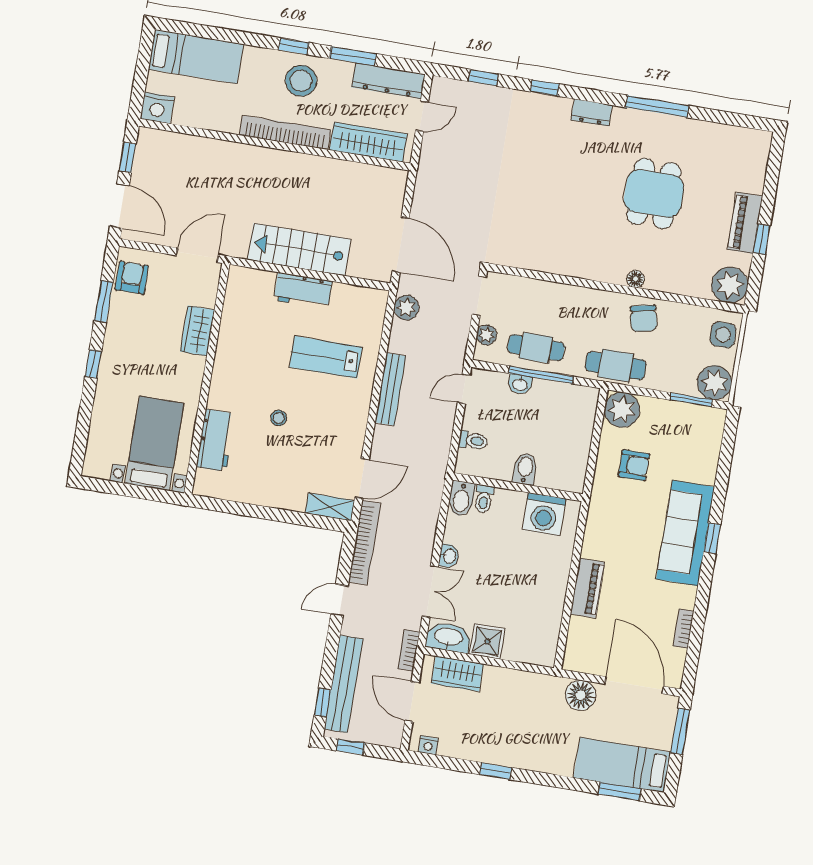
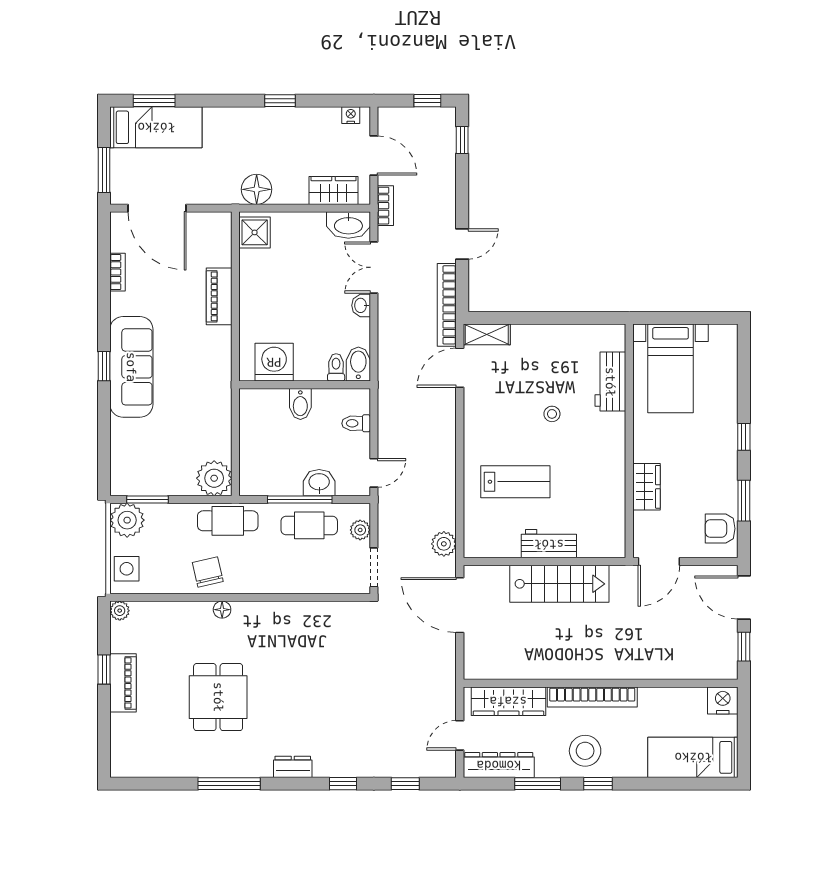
armchair: (132, 278) -> (720, 529), turned 90
plant: (730, 285) -> (120, 611), width x0.53, depth x0.53
washbasin: (520, 384) -> (319, 483), width x1.38, depth x1.45
bench: (390, 389) -> (446, 461), removed
armchair: (634, 465) -> (193, 425), removed
shower: (487, 641) -> (255, 232), moved
bench: (344, 684) -> (444, 162), removed
floor lamp: (581, 695) -> (257, 189), moved

